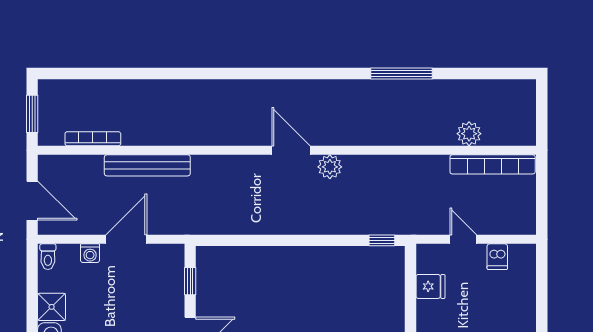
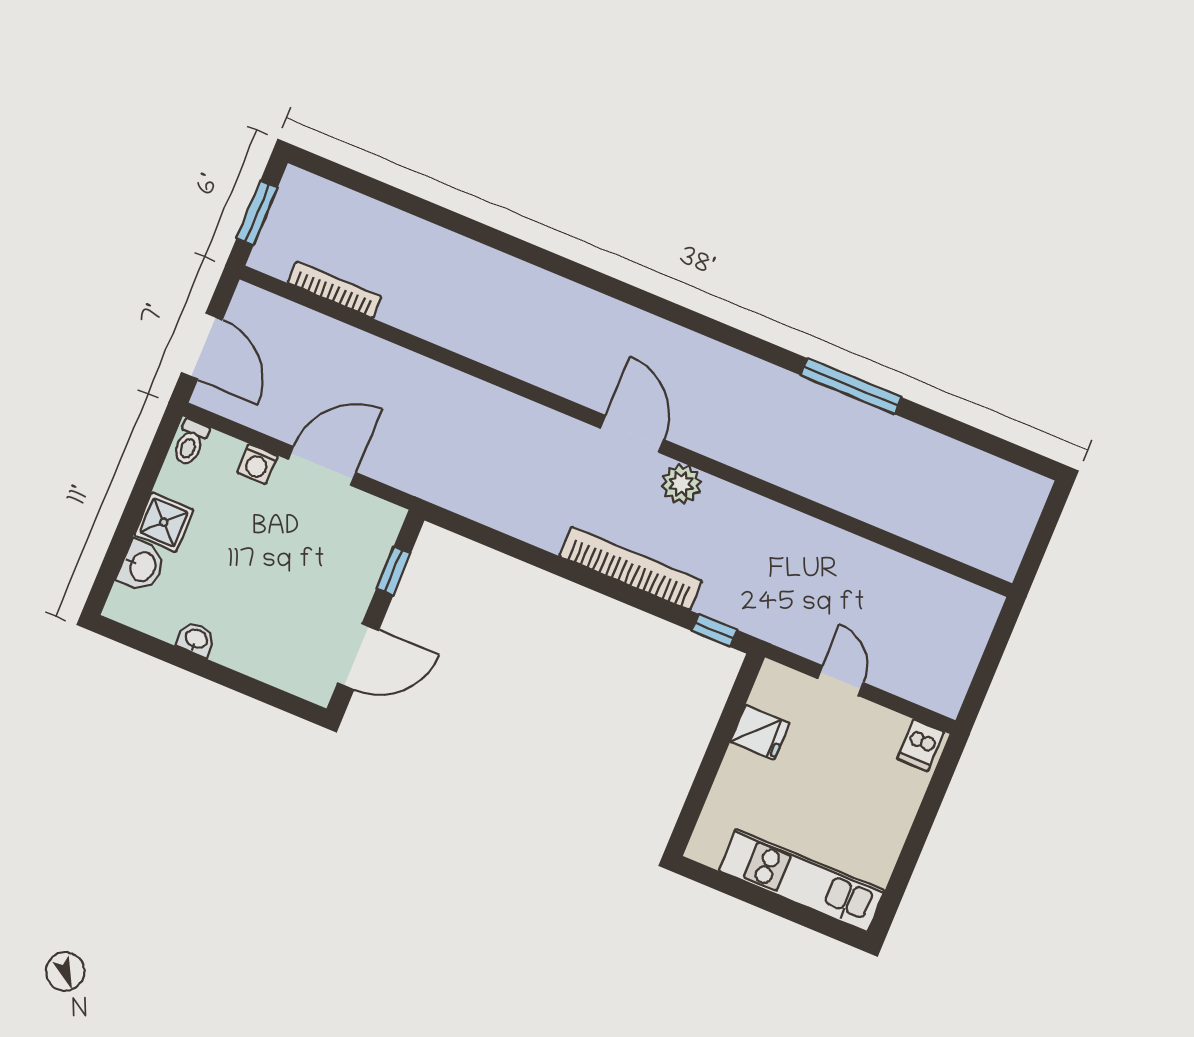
plant: (469, 134) -> (917, 522), removed
bookcase: (493, 164) -> (631, 568), moved, turned 180
bench: (147, 165) -> (401, 365), removed
dishwasher: (497, 257) -> (921, 745), moved

